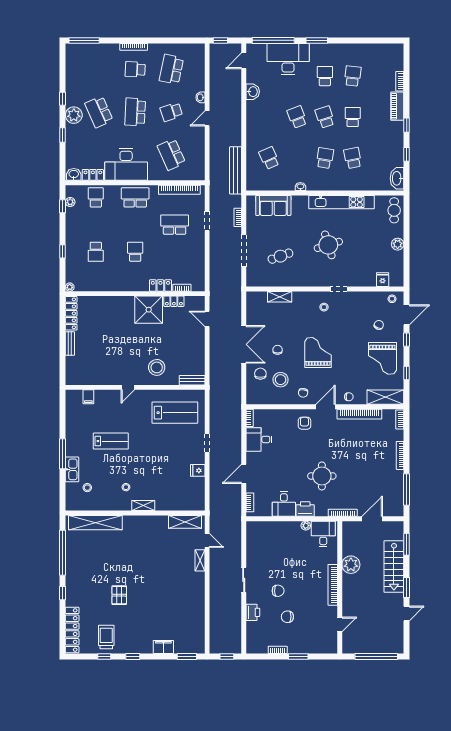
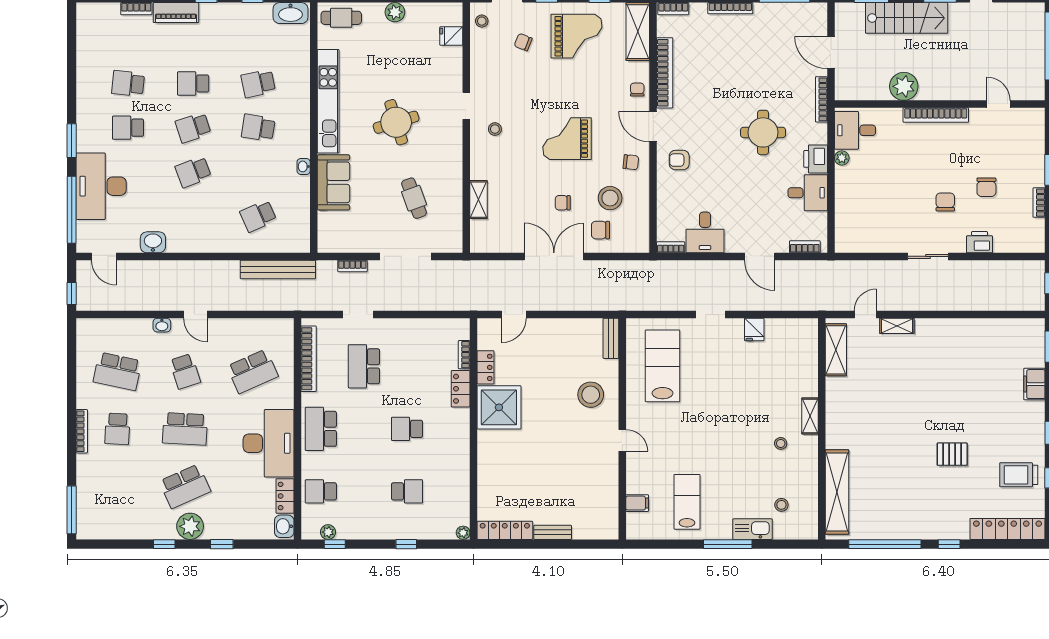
sofa: (273, 205) -> (333, 182), moved
lab bench: (111, 441) -> (687, 502), moved

